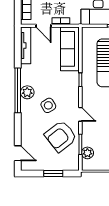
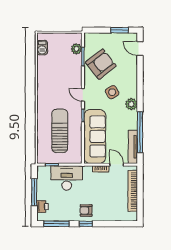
sofa: (70, 49) -> (95, 136), width x1.36, depth x1.27
window: (18, 90) -> (140, 132), moved
door: (80, 114) -> (83, 95), moved
window: (53, 173) -> (120, 30), moved

